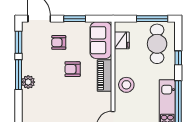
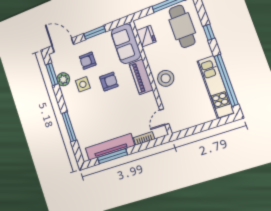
side table: (46, 63) -> (83, 84), added
armchair: (73, 69) -> (109, 82), turned 180
window: (18, 75) -> (69, 127), moved
plant: (28, 82) -> (63, 79), moved

